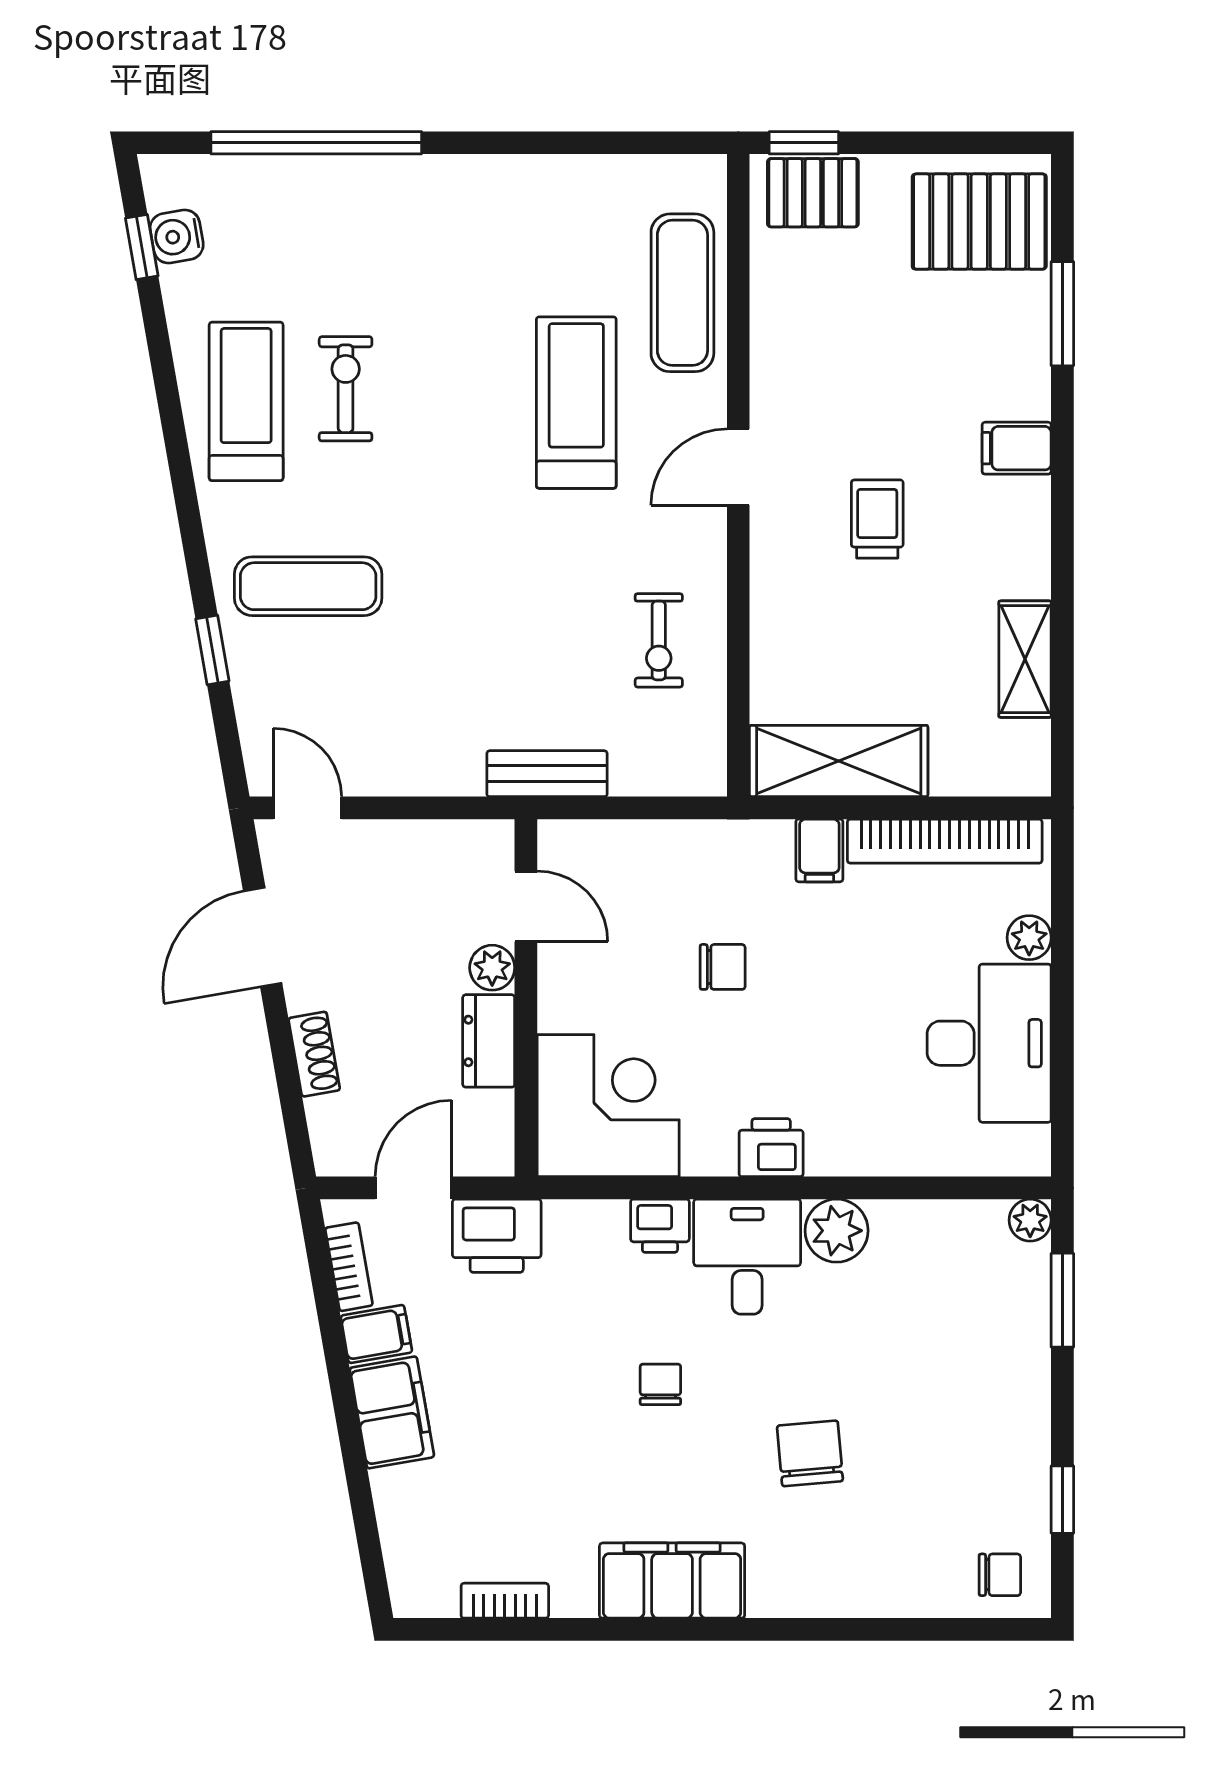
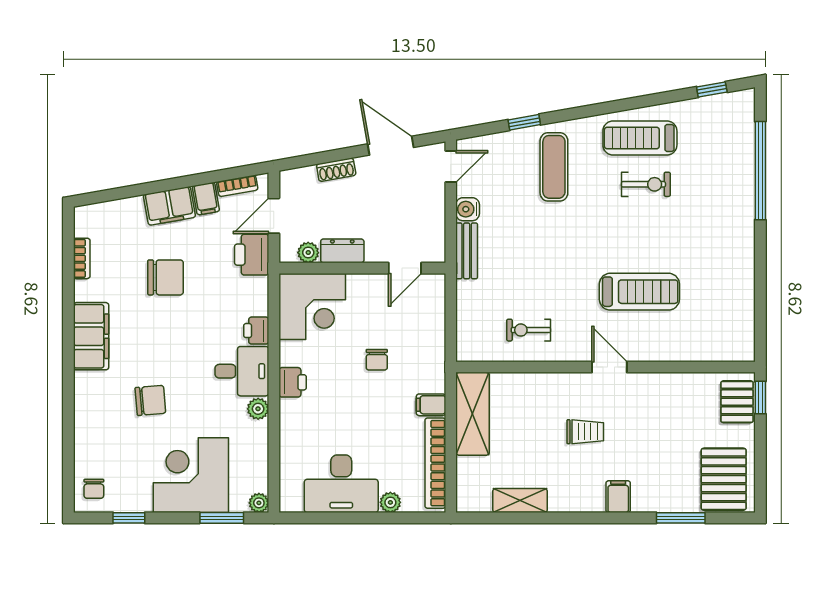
water cooler: (177, 236) -> (468, 209), moved, turned -80
exercise mat: (682, 293) -> (690, 341), removed
treadmill: (246, 401) -> (640, 138), turned 180
bench: (547, 774) -> (467, 251), moved
plant: (492, 968) -> (308, 253), moved
door: (413, 1188) -> (274, 216), swing flipped
plant: (837, 1231) -> (258, 409), width x0.73, depth x0.73
corner desk: (971, 1366) -> (191, 475), added
chair: (660, 1384) -> (165, 277), moved, width x1.87, depth x1.87

